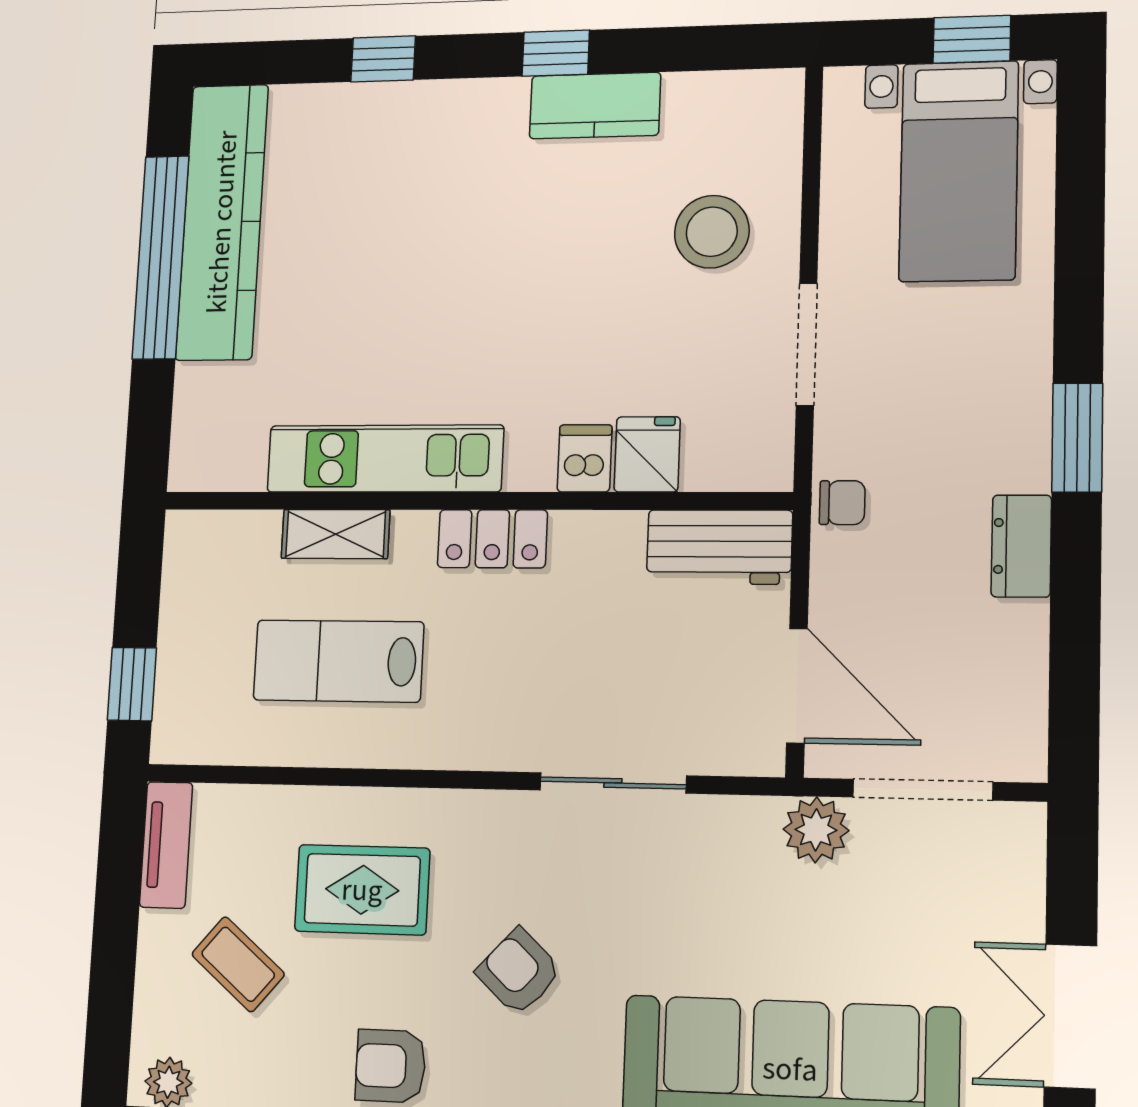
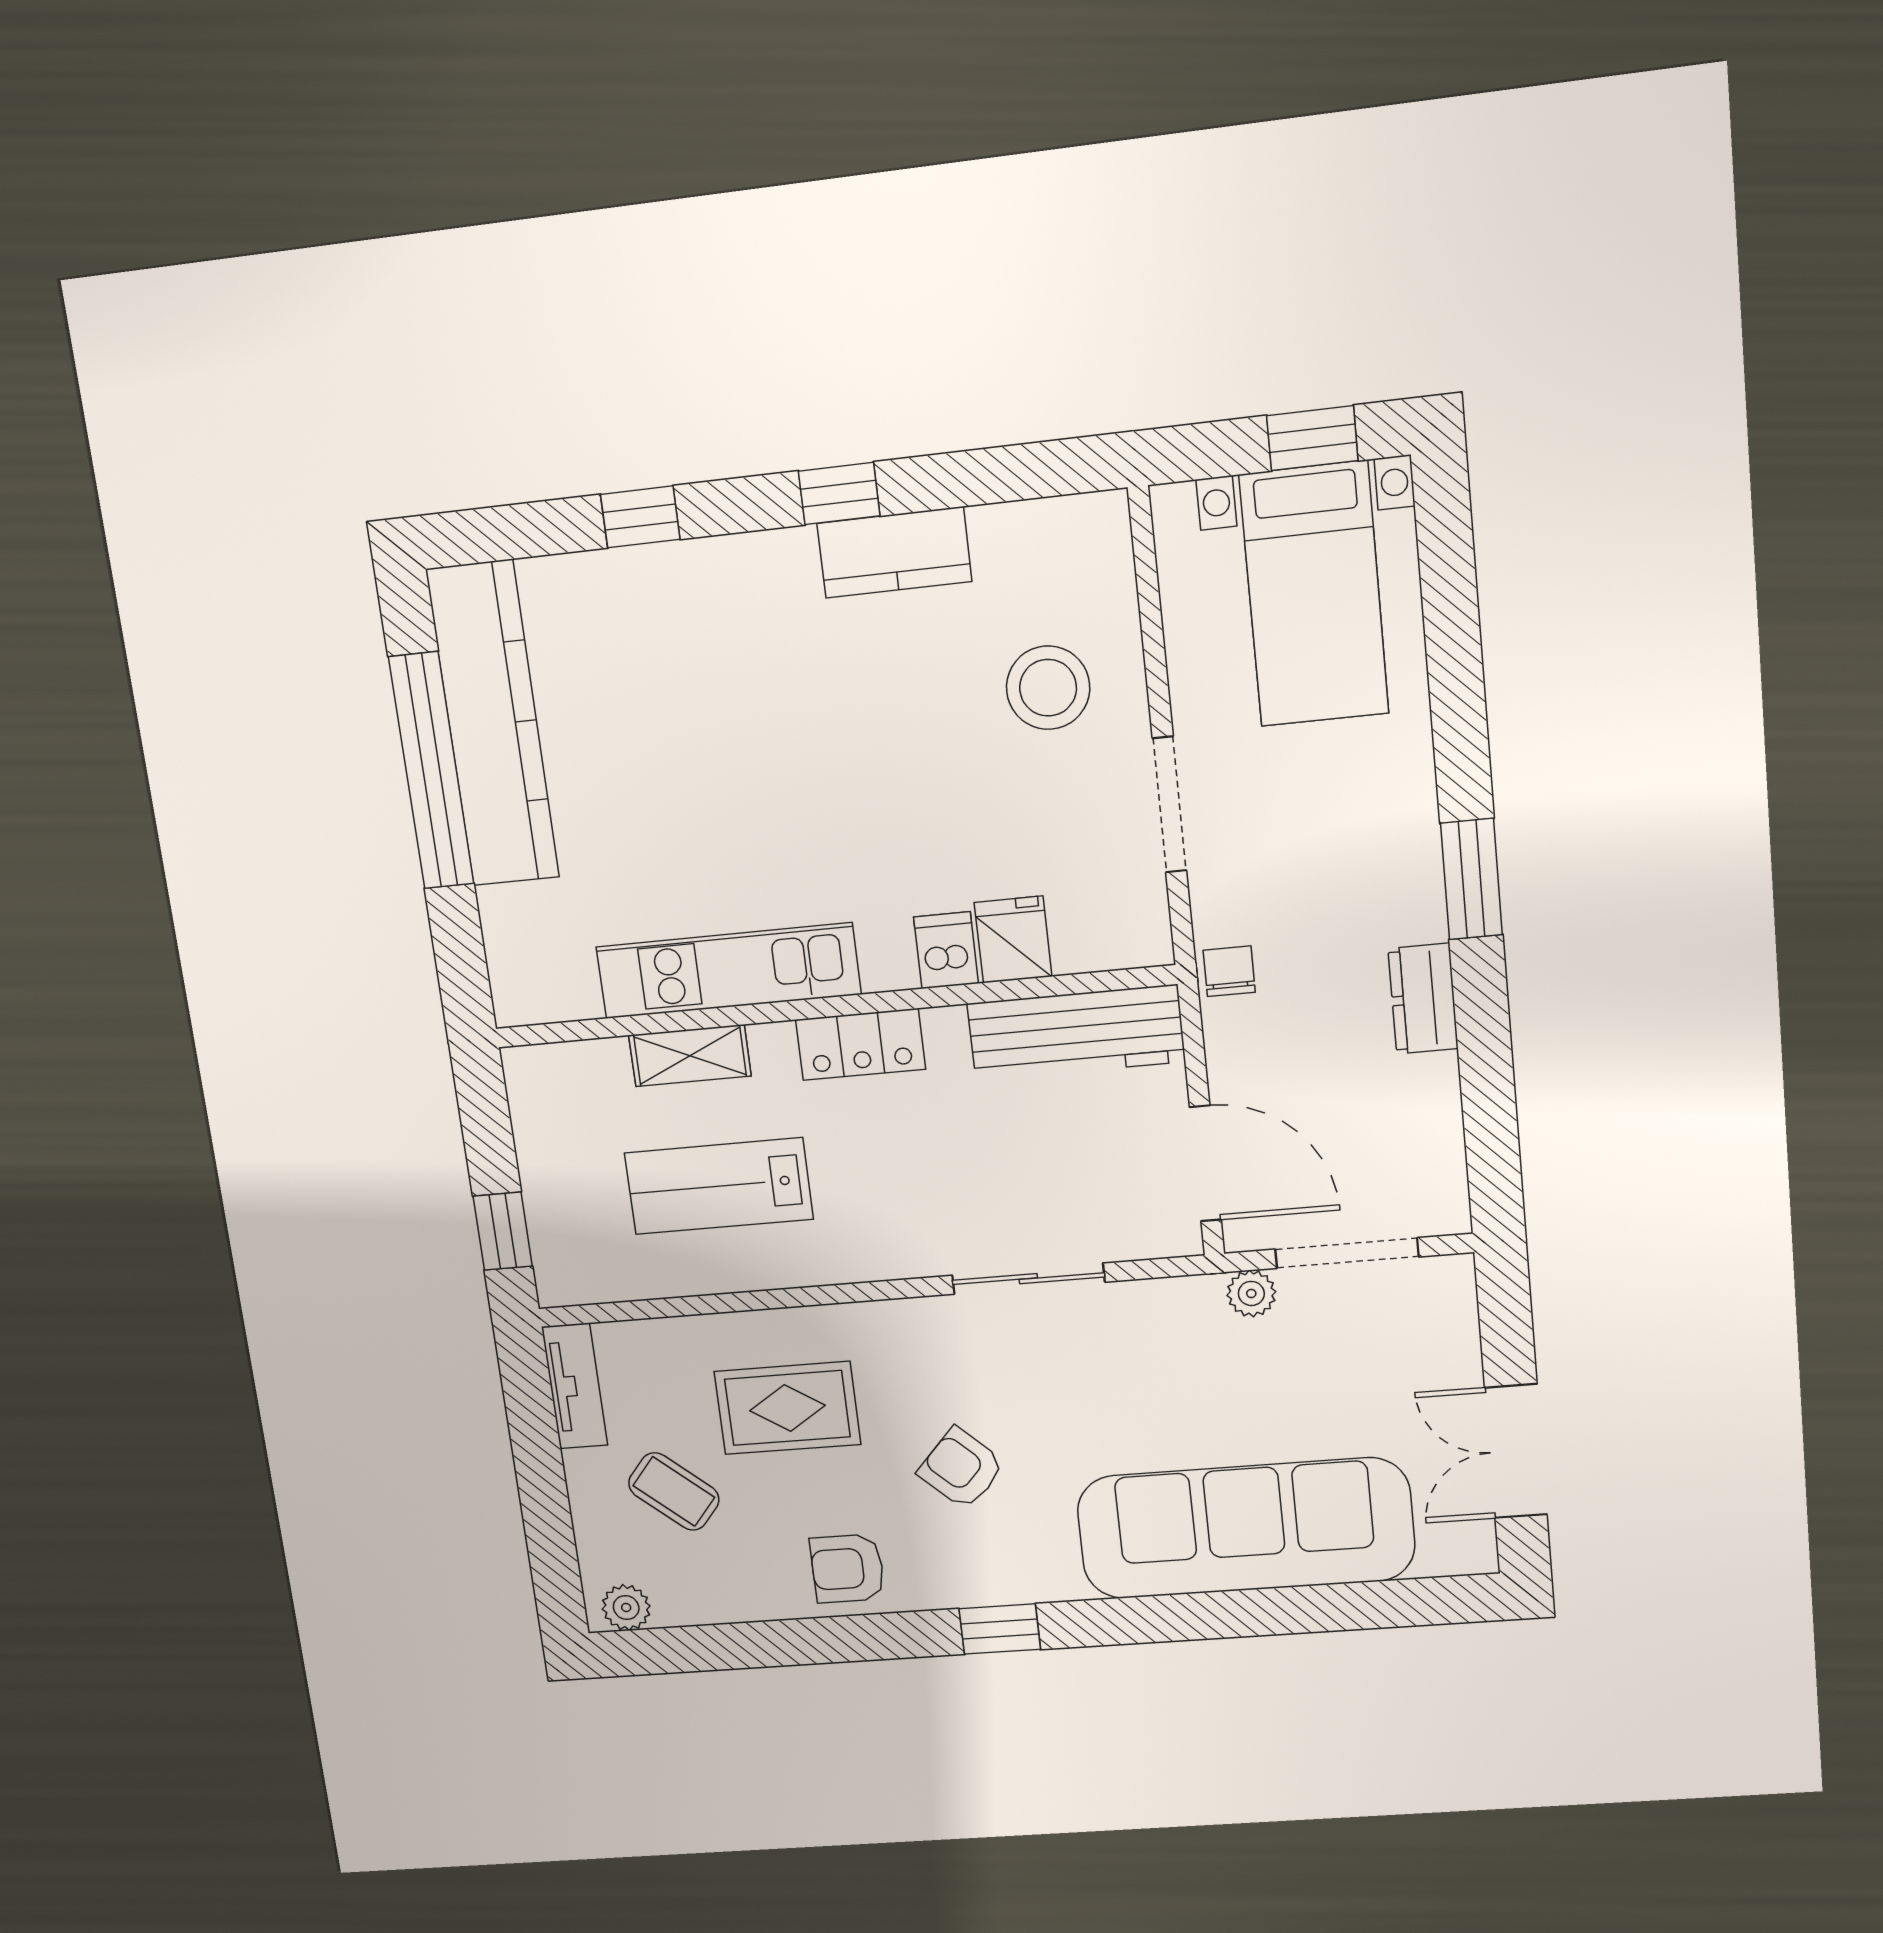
chair: (842, 503) -> (1229, 971), turned -90
workbench: (719, 547) -> (1076, 1033), width x1.38
plant: (816, 830) -> (1251, 1293), width x0.73, depth x0.73

